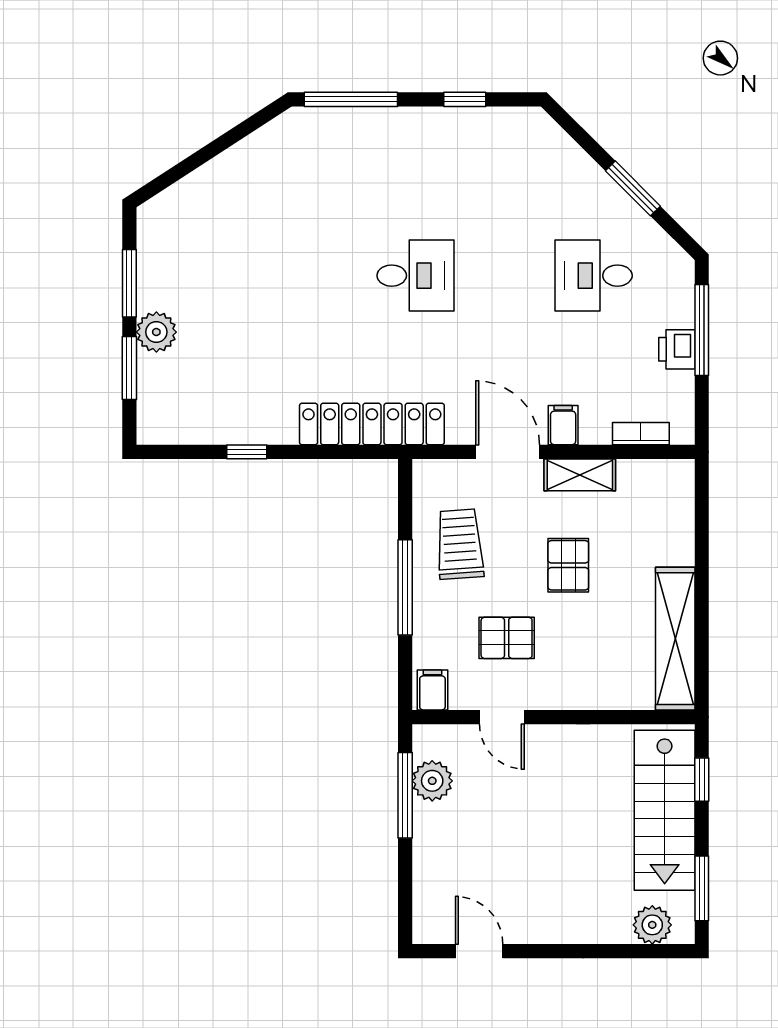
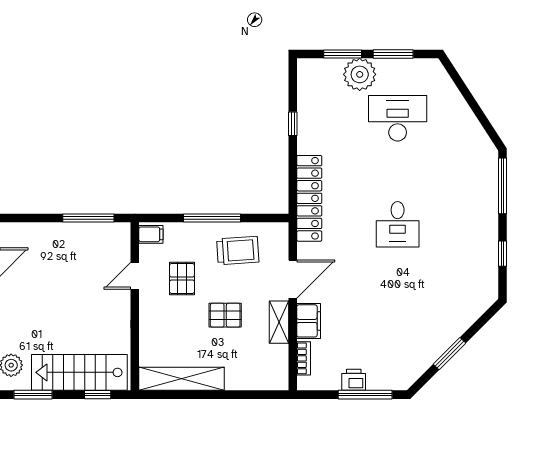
desk: (594, 276) -> (398, 118), moved, width x1.37
plant: (156, 332) -> (360, 74), width x1.36, depth x1.36
filing cabinet: (563, 425) -> (309, 321), width x2.00
plant: (432, 781) -> (97, 234), removed

